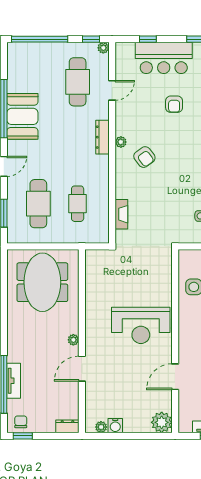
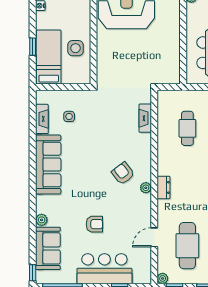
armchair: (174, 104) -> (94, 224), turned 90
dresser: (102, 137) -> (163, 187), width x0.70

